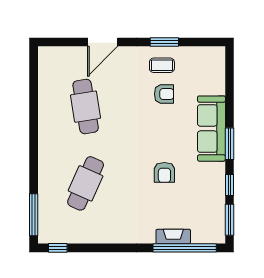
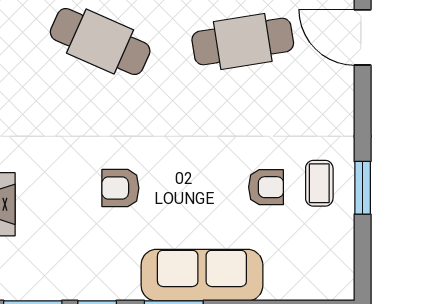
door: (103, 42) -> (363, 37), moved
armchair: (164, 94) -> (266, 187), turned -90

